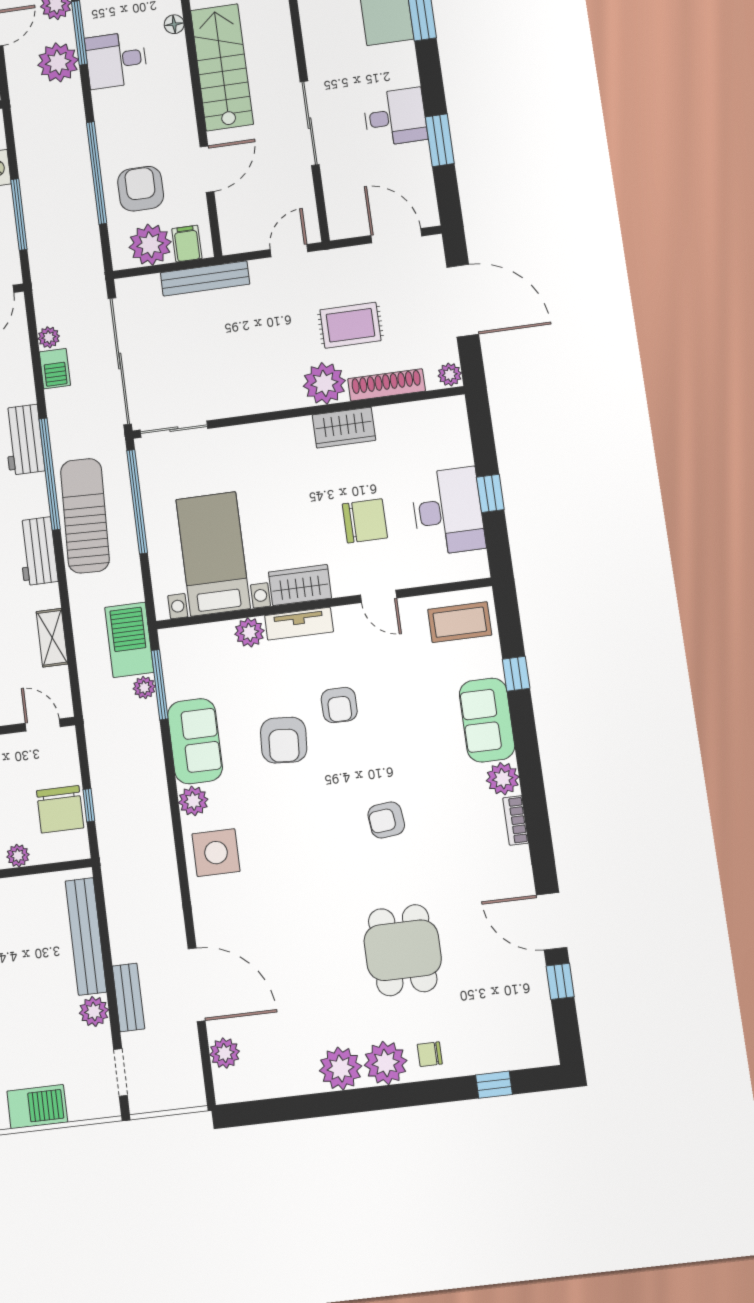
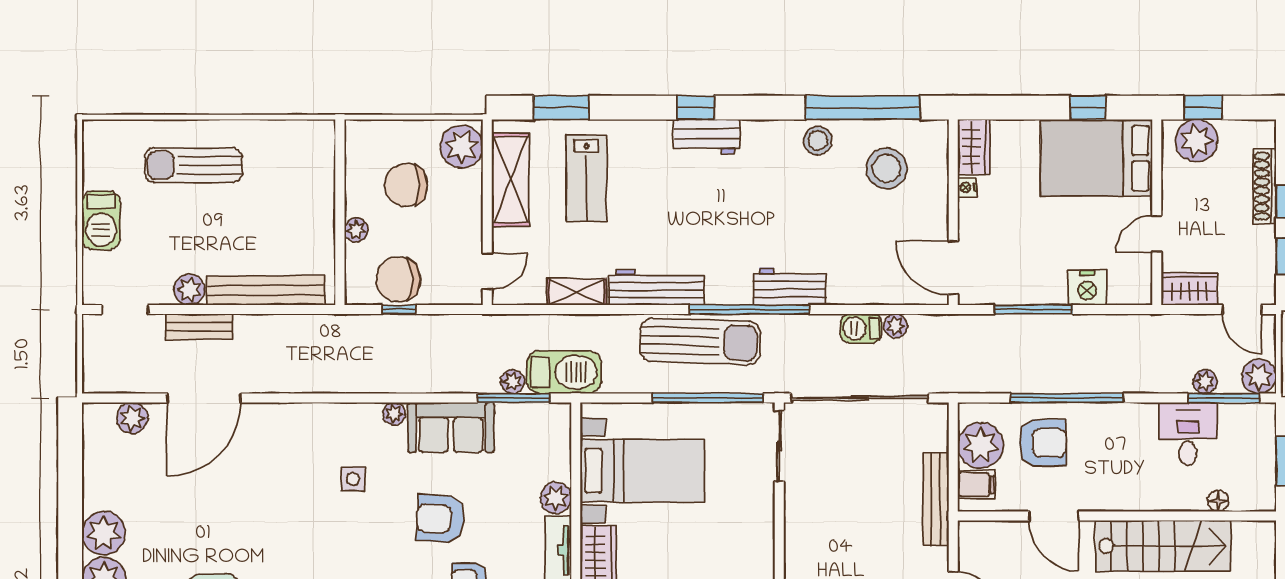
plant: (58, 62) -> (1205, 382), width x0.53, depth x0.53
workbench: (38, 551) -> (656, 287), width x1.38
plant: (193, 801) -> (394, 414), width x0.73, depth x0.73
side table: (216, 853) -> (353, 479), moved, width x0.54, depth x0.54

